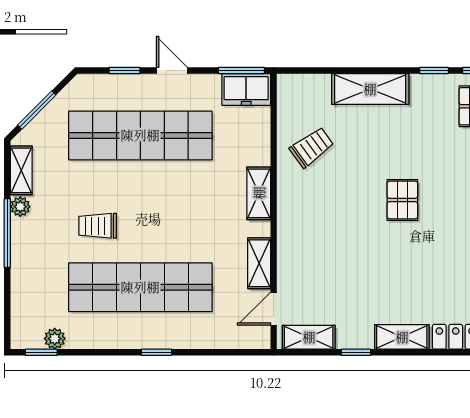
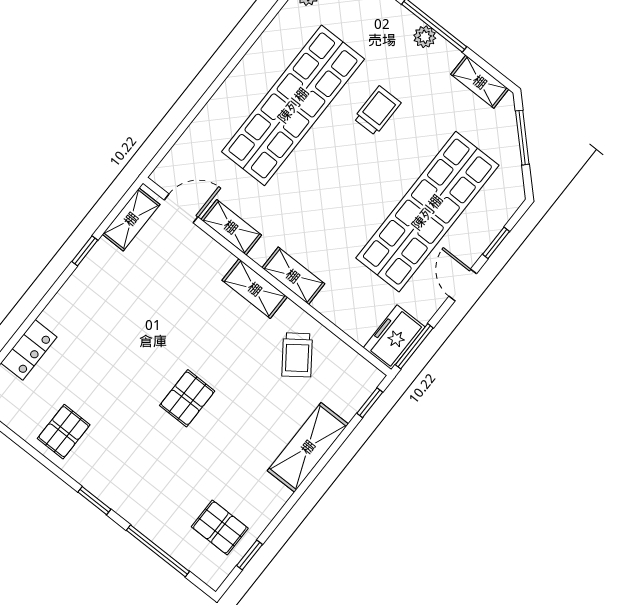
door: (172, 70) -> (463, 285), swing flipped
window: (434, 70) -> (370, 403), moved
pallet: (402, 200) -> (187, 398), turned 90
plant: (20, 207) -> (425, 37), moved
door: (274, 309) -> (181, 208), hinge flipped
shelving: (402, 337) -> (255, 289), moved, turned 90
window: (156, 352) -> (224, 74), removed

